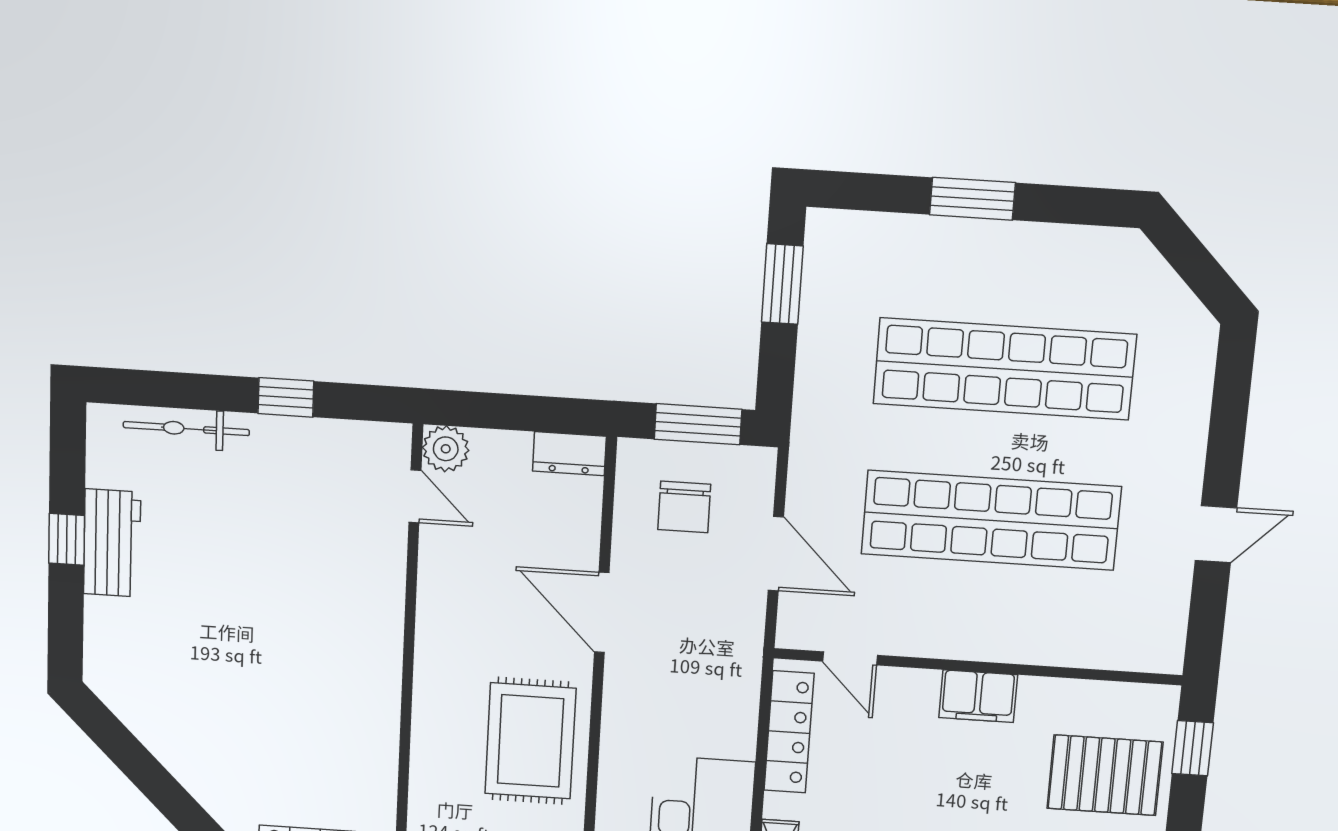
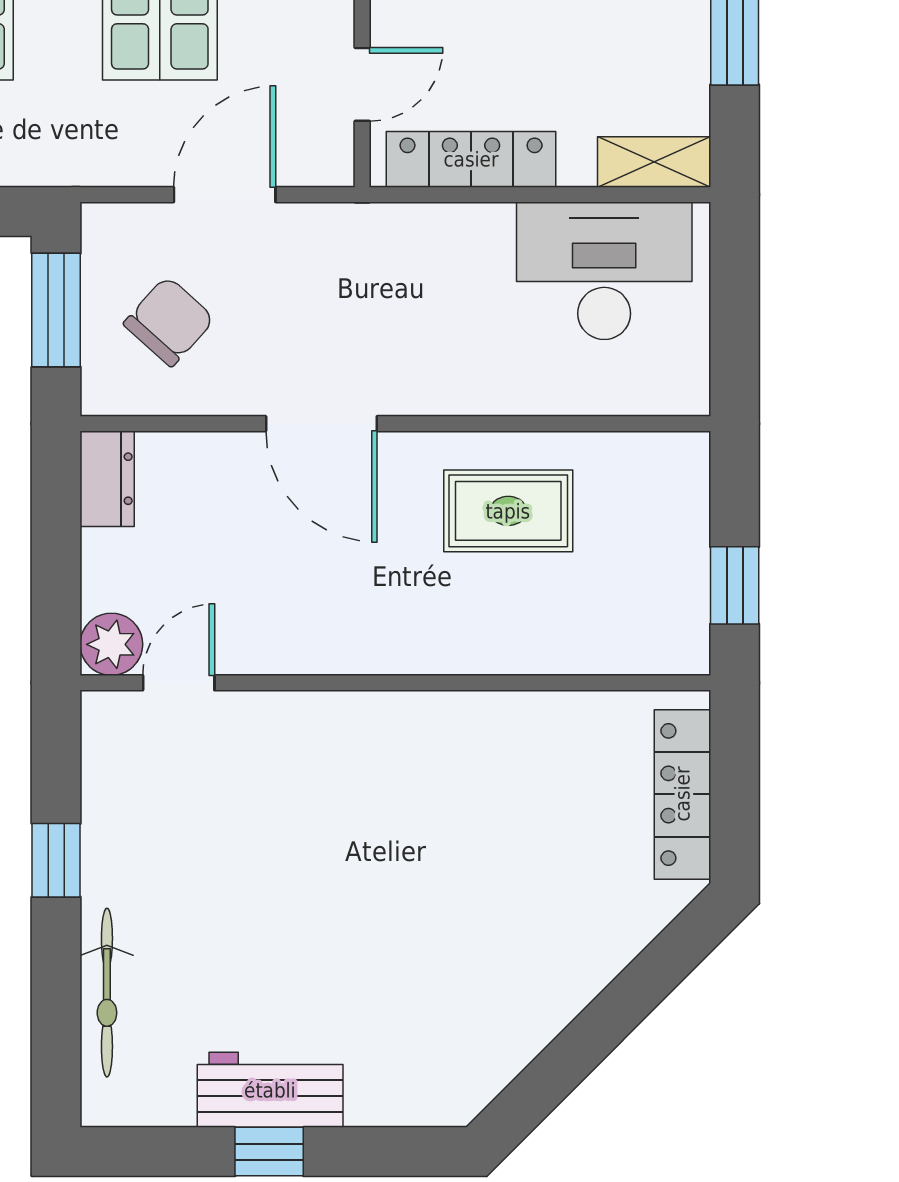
chair: (684, 507) -> (169, 321), turned -48
door: (602, 612) -> (321, 424), hinge flipped
rug: (530, 741) -> (508, 511), width x0.73, depth x0.70

